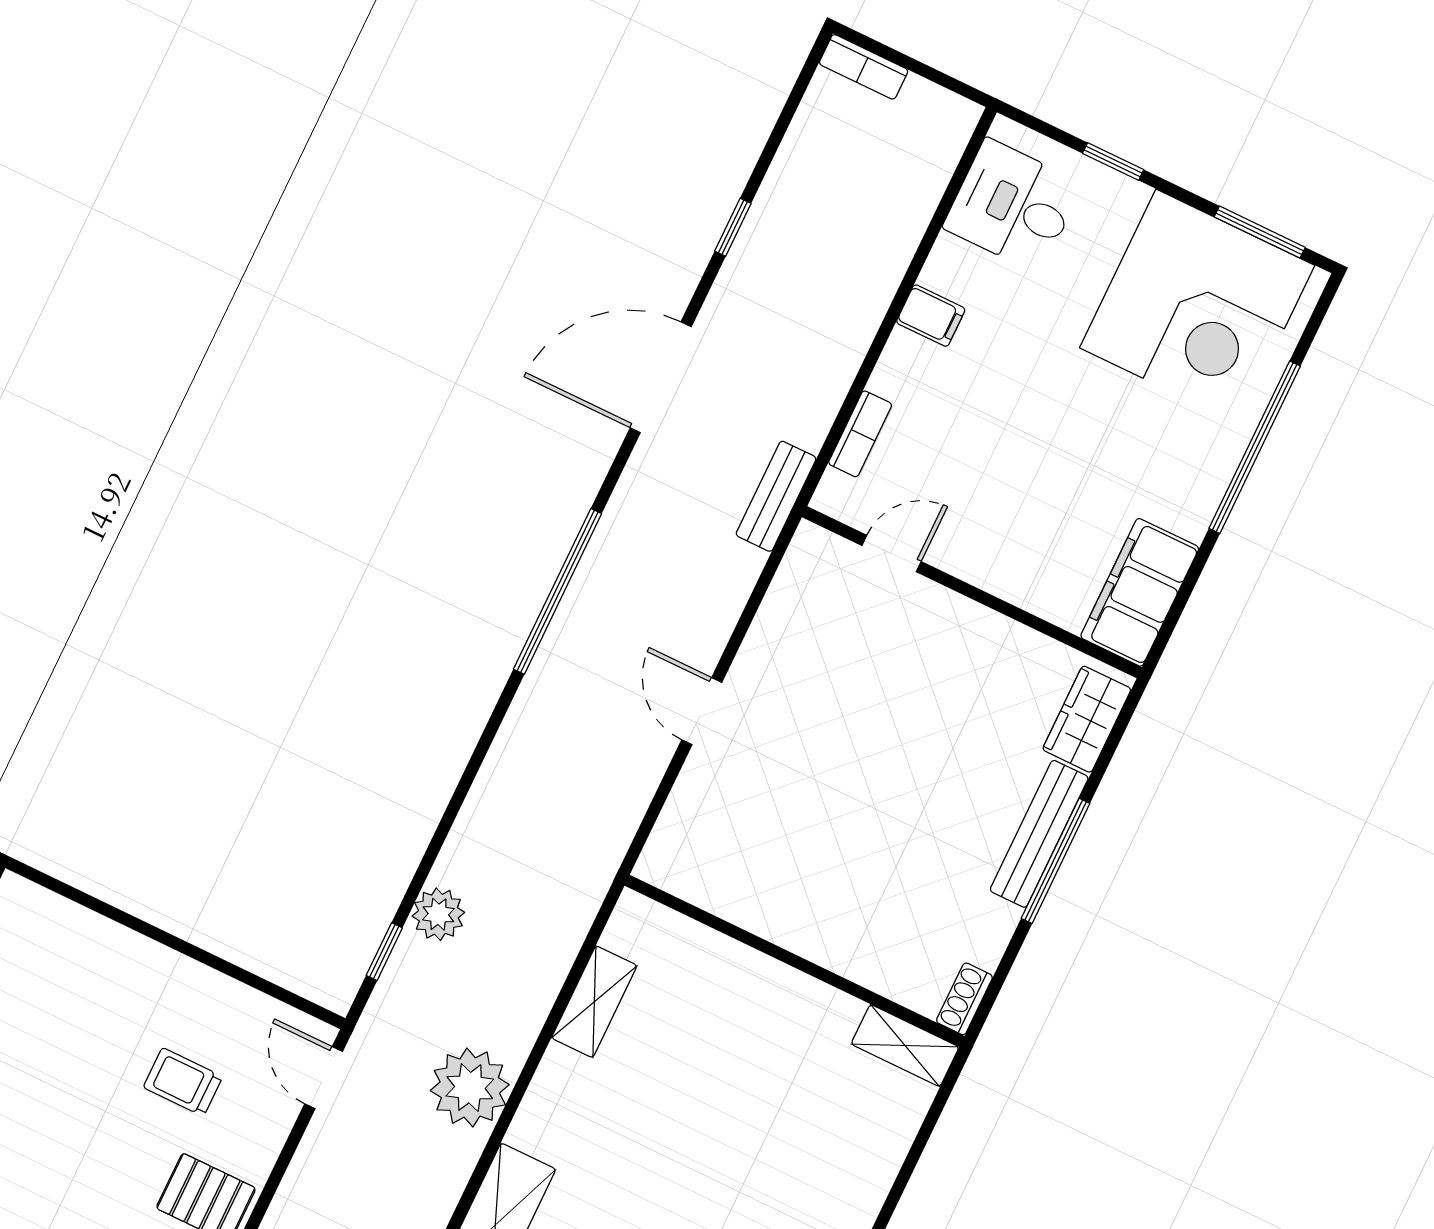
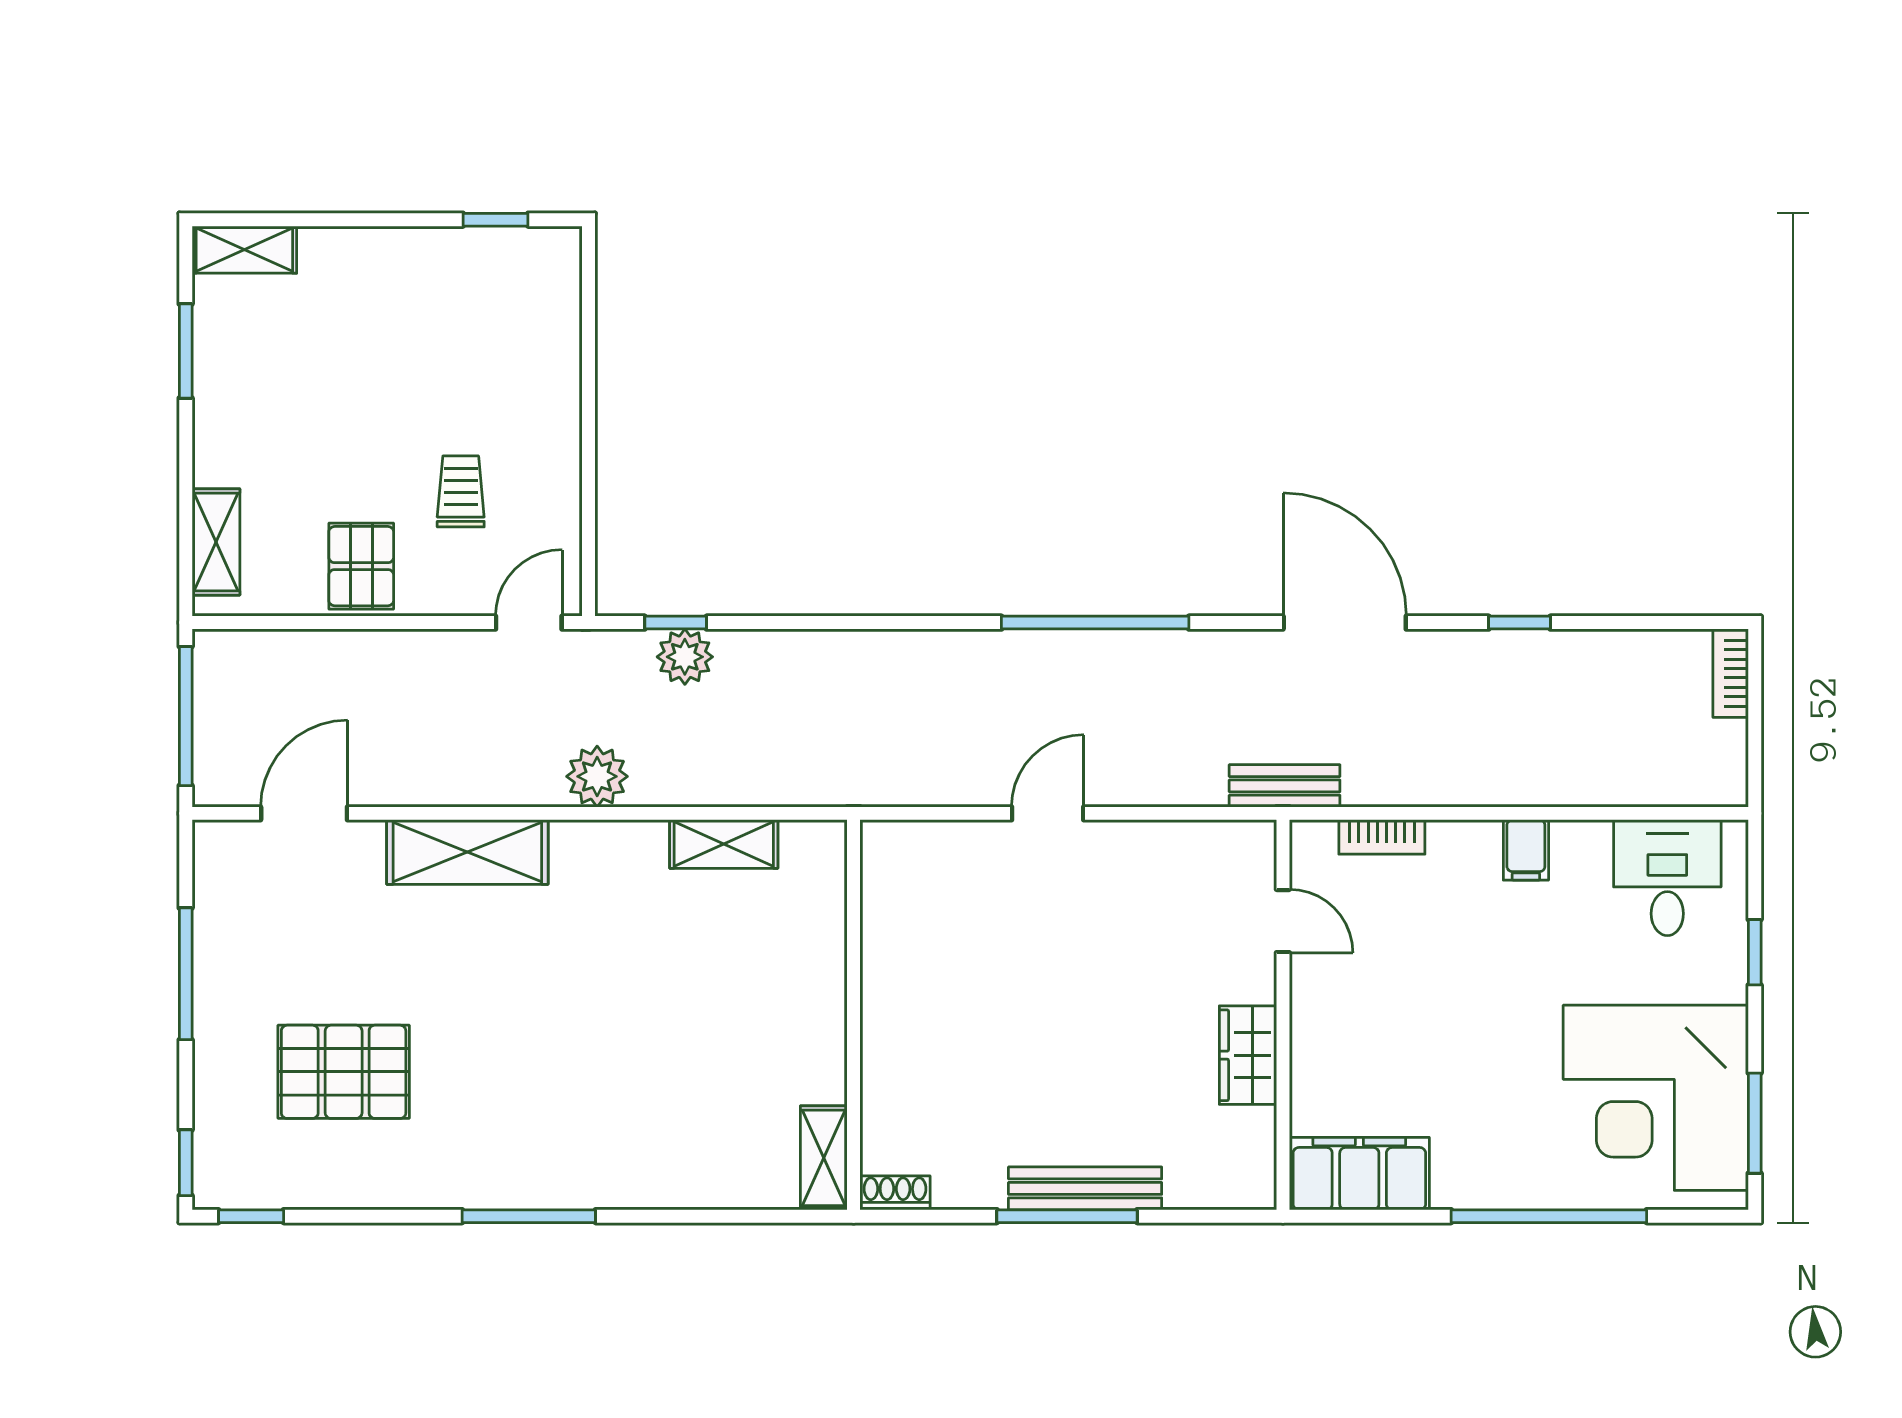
wardrobe: (1087, 719) -> (1248, 1055), moved, turned -90
plant: (438, 914) -> (685, 657), moved
plant: (470, 1088) -> (597, 776), width x0.73, depth x0.73

